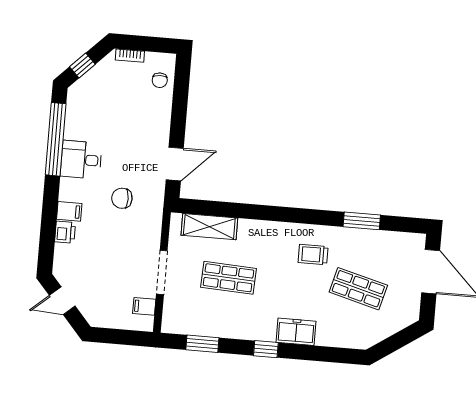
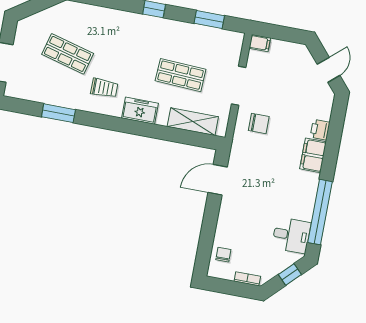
desk: (81, 160) -> (291, 235), moved
chair: (122, 198) -> (259, 123), moved
filing cabinet: (69, 211) -> (313, 155), width x2.00
door: (62, 301) -> (329, 70), hinge flipped
filing cabinet: (144, 306) -> (260, 43), moved
freezer: (296, 332) -> (140, 111), moved, turned 180

